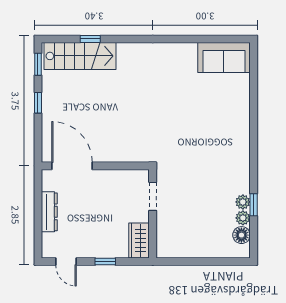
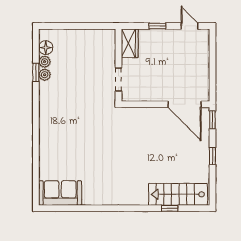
window: (38, 64) -> (212, 120), moved
dresser: (49, 212) -> (203, 67), removed

